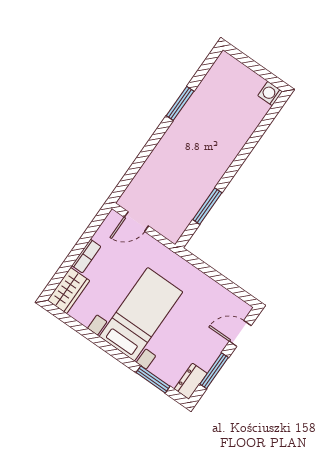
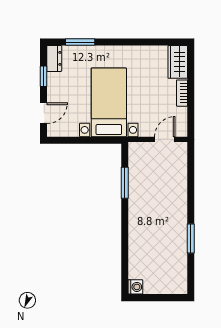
bed with nightstands: (141, 314) -> (109, 102), moved, turned 180
window: (214, 371) -> (43, 76), width x0.67

